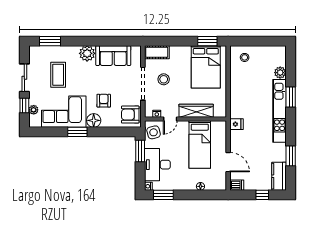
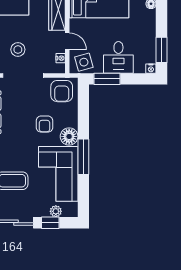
armchair: (104, 101) -> (44, 124), turned -90
window: (77, 132) -> (83, 157), width x1.44
desk: (157, 165) -> (118, 57), width x0.73

